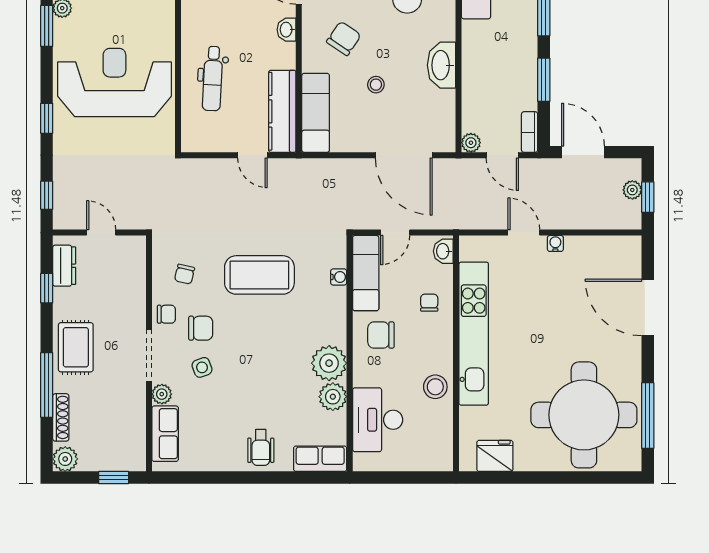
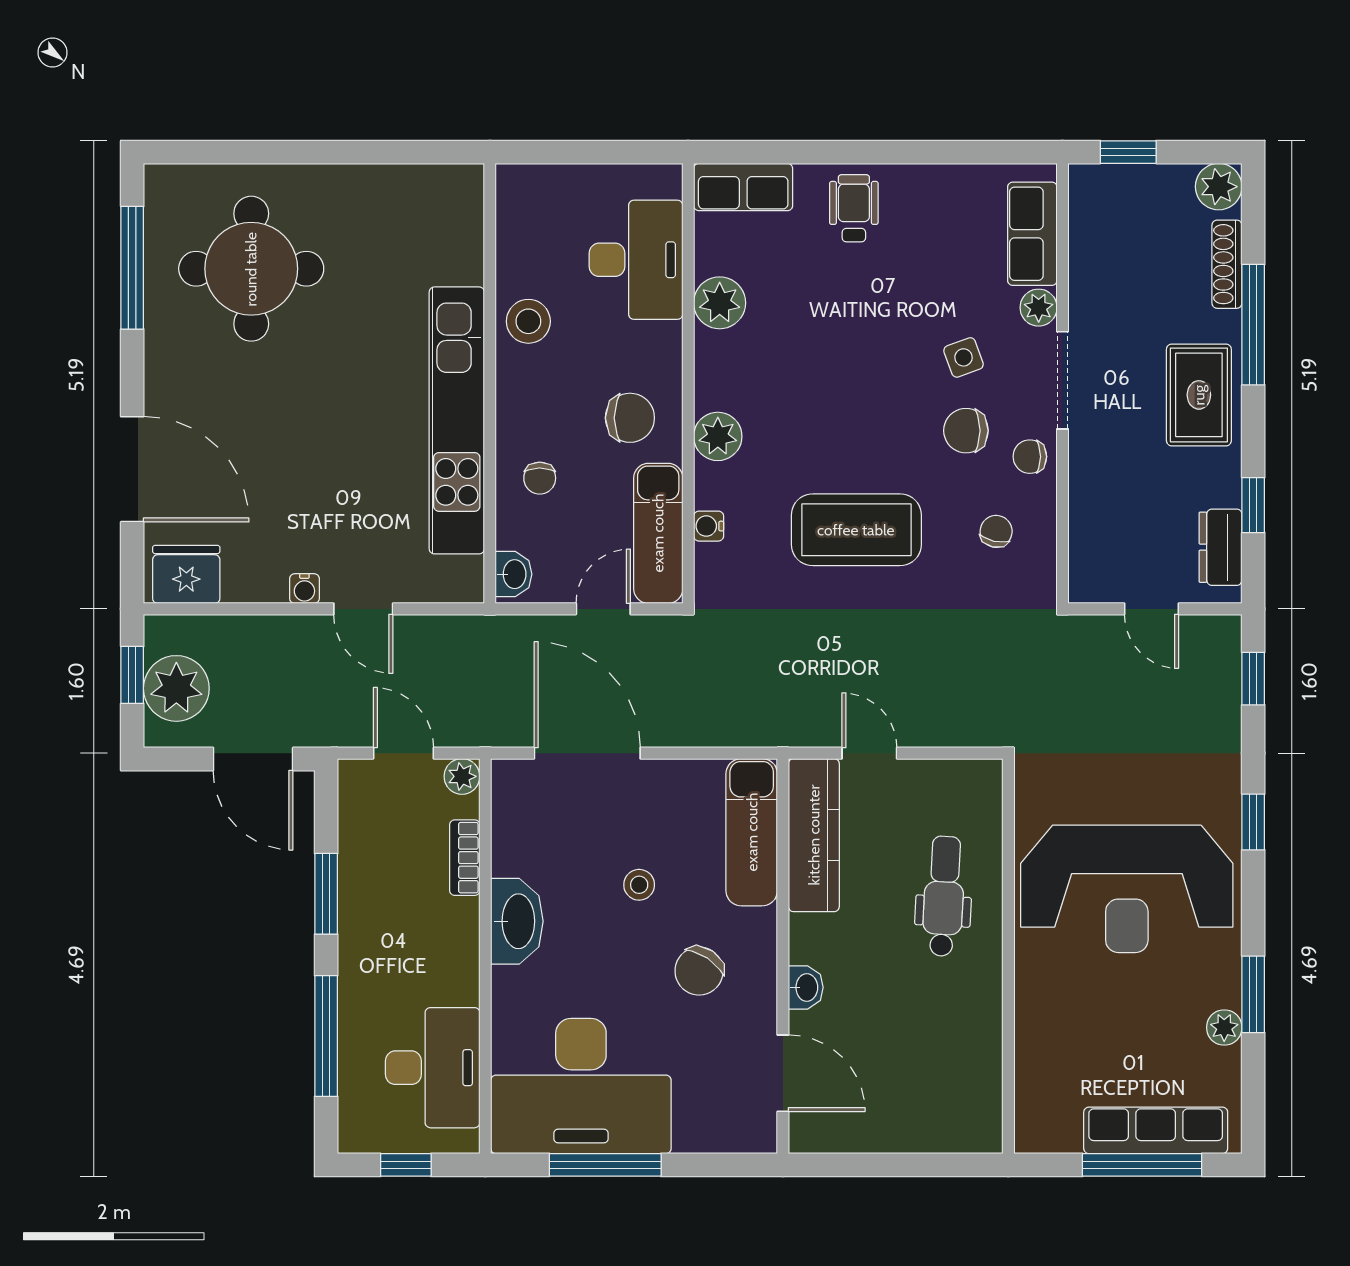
bookcase: (530, 132) -> (465, 858), moved, turned 180
plant: (632, 190) -> (176, 688), width x1.87, depth x1.87
plant: (329, 363) -> (718, 436), moved, width x0.73, depth x0.73
round table: (584, 415) -> (251, 269), width x0.73, depth x0.73
fridge: (495, 456) -> (186, 574), moved, turned 180

